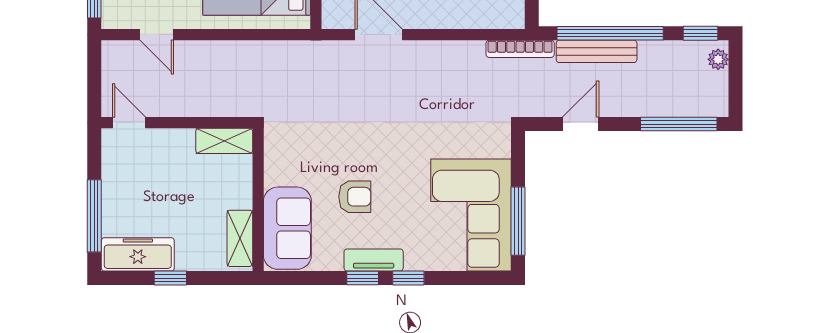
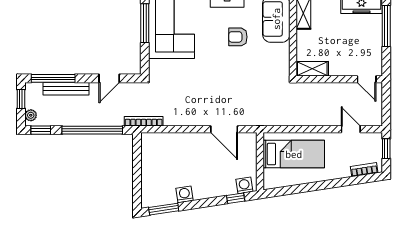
bench: (597, 51) -> (66, 89), moved
window: (735, 88) -> (21, 99), added

